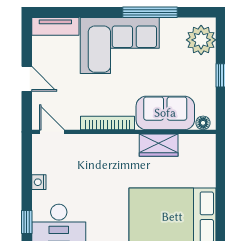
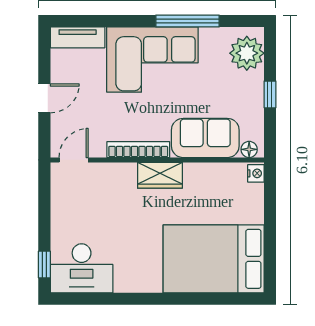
door: (27, 79) -> (44, 98), hinge flipped
door: (52, 132) -> (74, 160), hinge flipped
wardrobe: (159, 145) -> (160, 175), moved
nightstand: (39, 182) -> (256, 173), moved, turned 180

